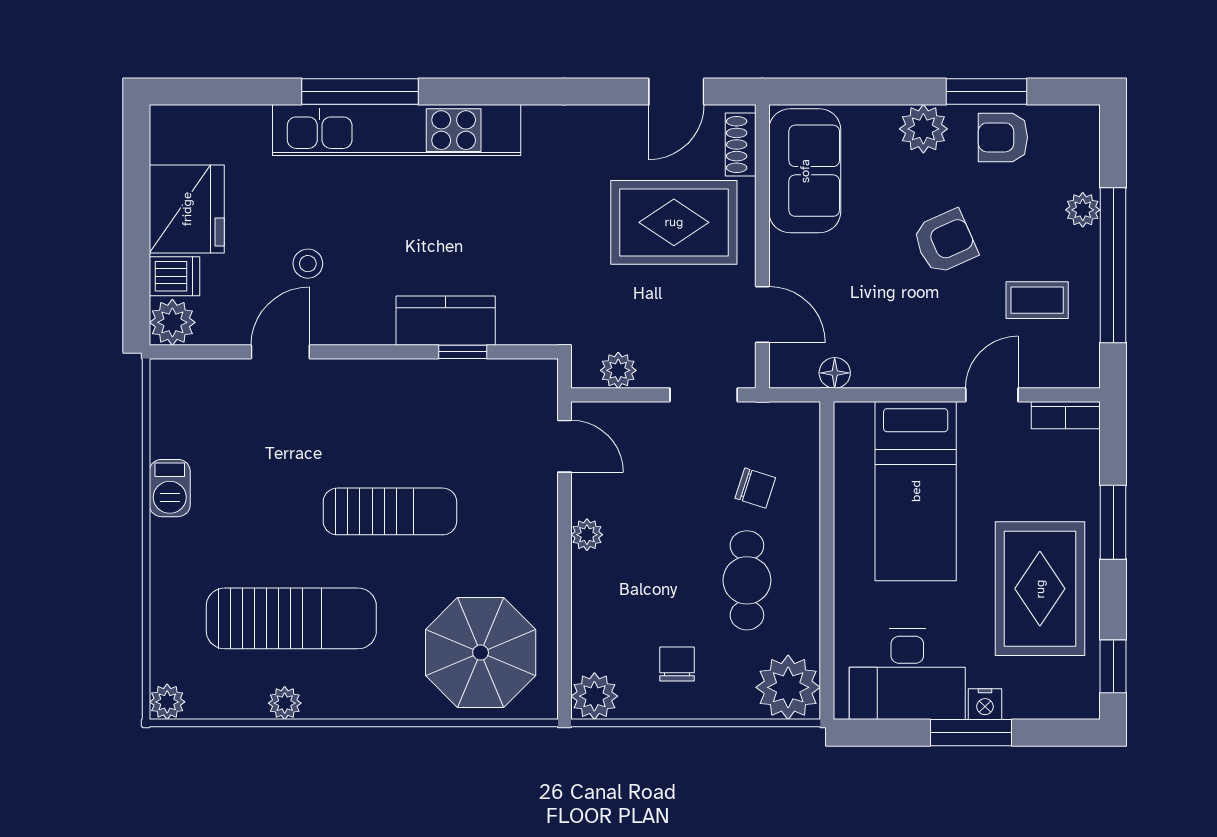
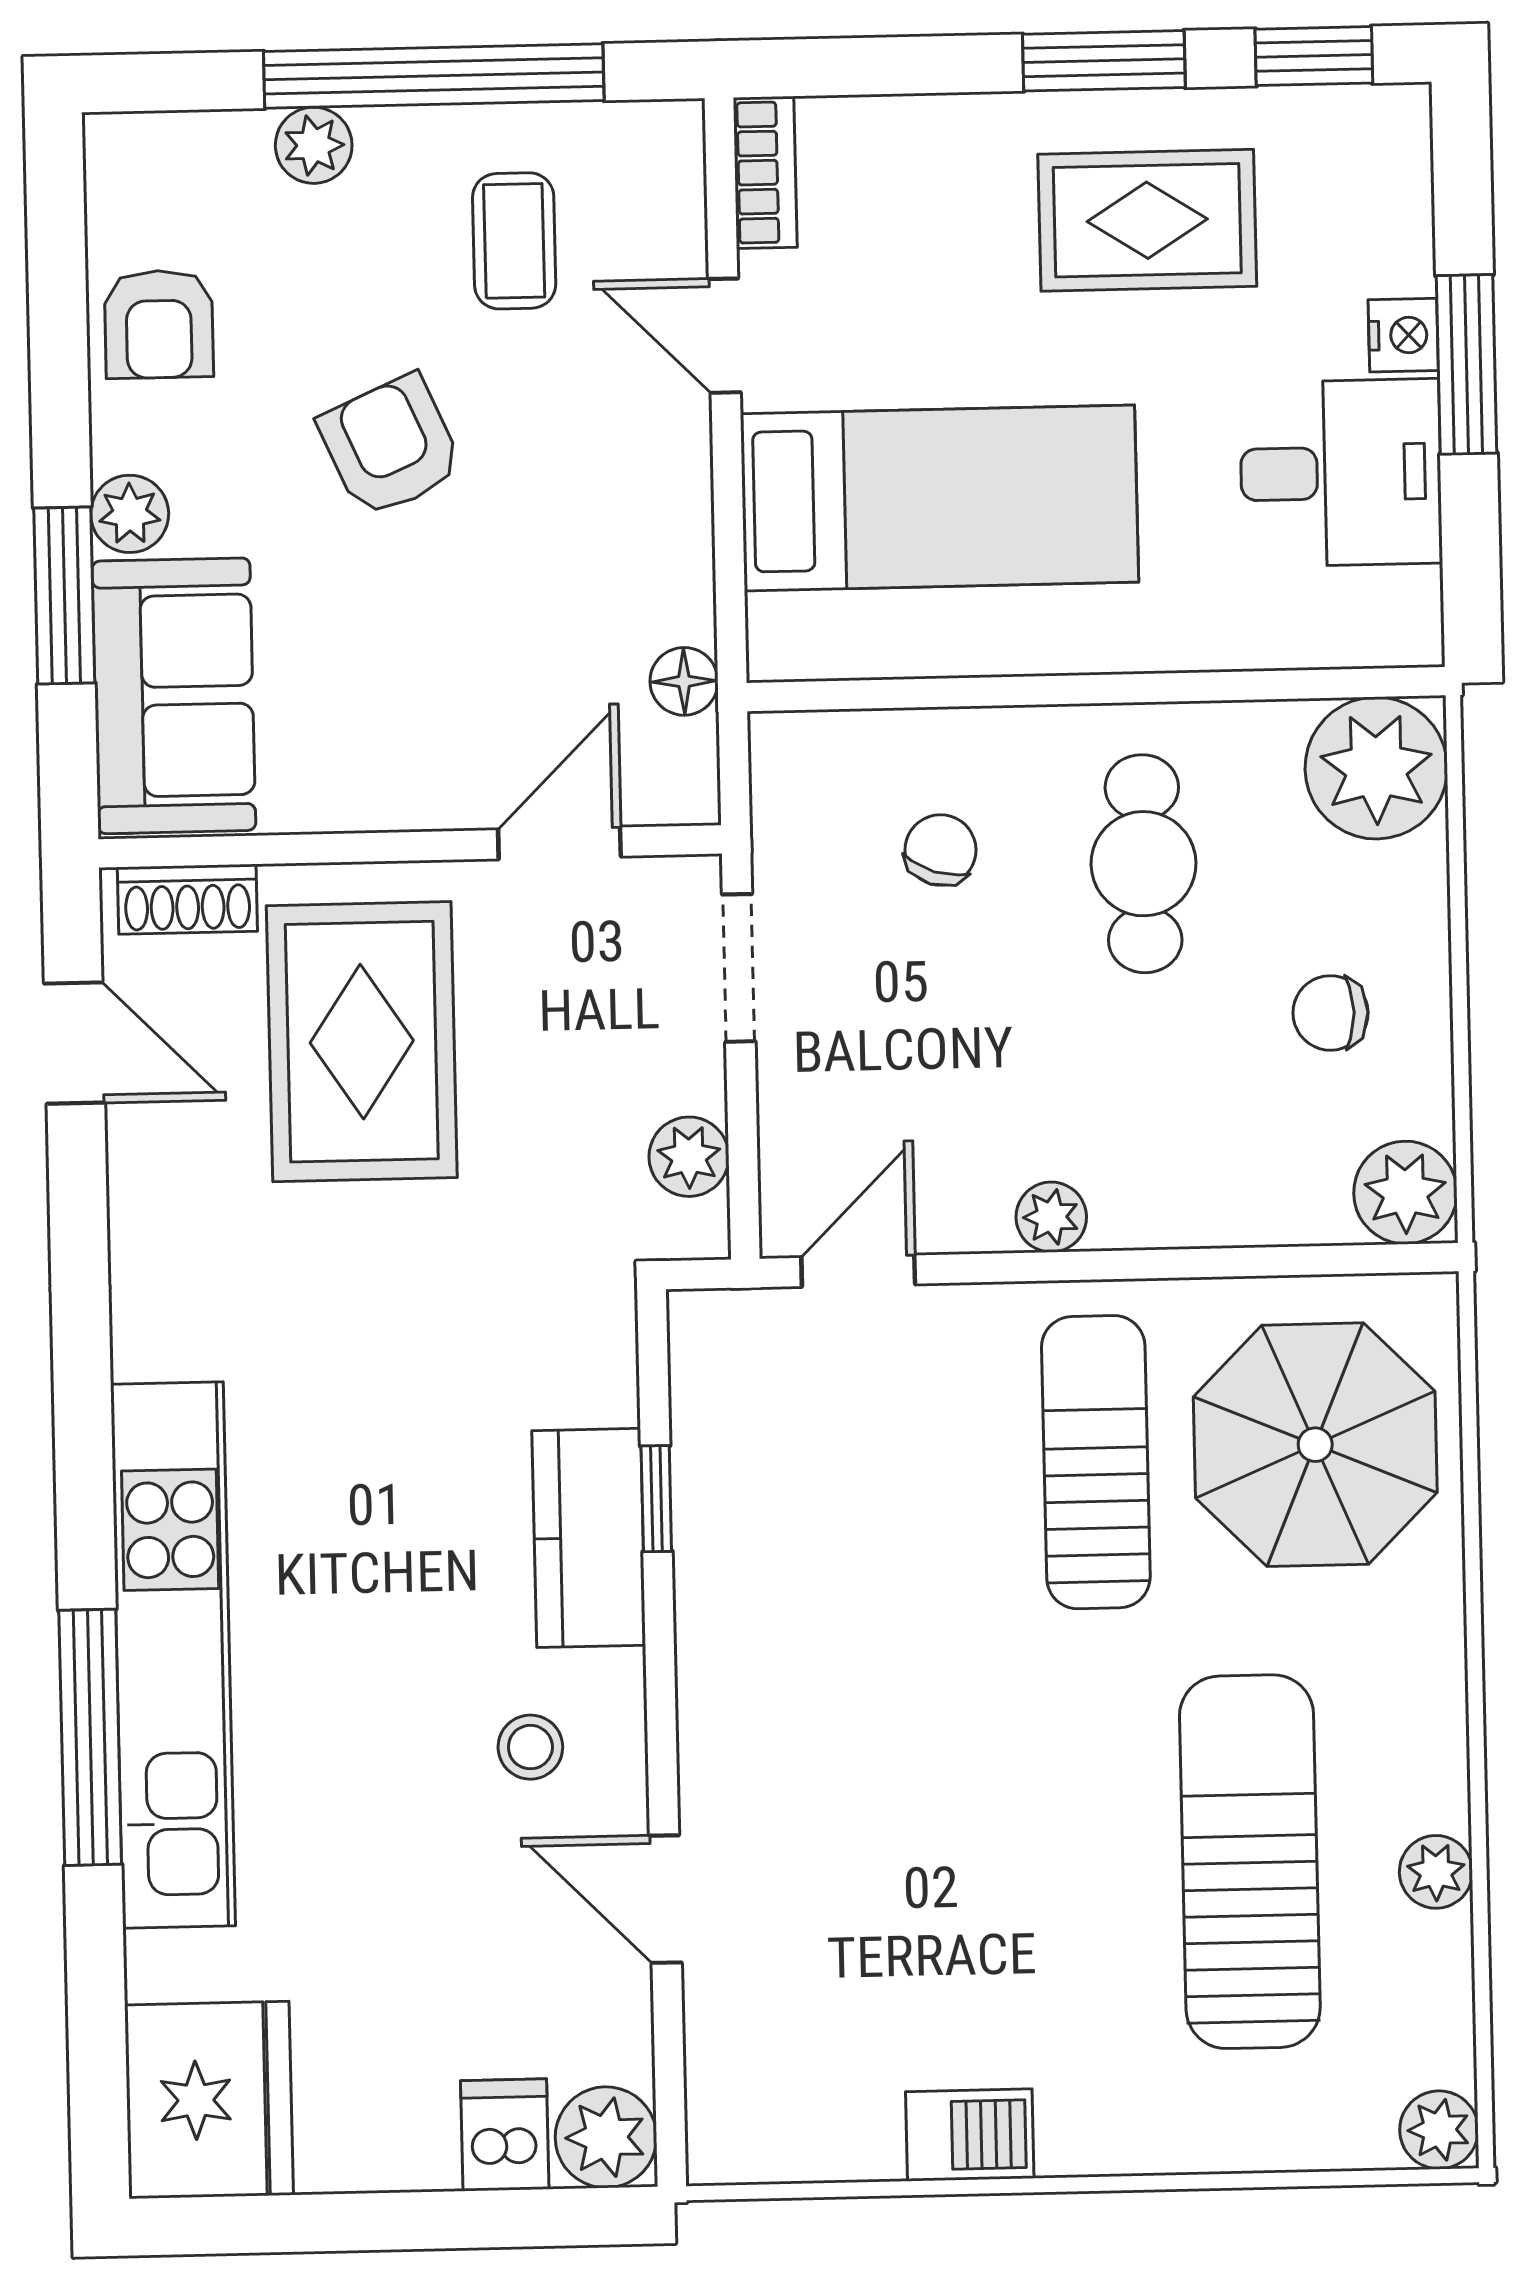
window: (986, 92) -> (64, 595), moved
plant: (923, 129) -> (130, 514), width x0.73, depth x0.73
sofa: (805, 171) -> (174, 696), moved, turned 90
fridge: (187, 209) -> (209, 2100), moved, turned 90
stool: (308, 264) -> (530, 1747), moved
sun lounger: (390, 511) -> (1096, 1462), moved
window: (1113, 522) -> (1104, 61), moved
cafe table: (747, 580) -> (1144, 864), turned 90
rug: (1040, 589) -> (1147, 220), width x0.73, depth x0.70
desk: (907, 674) -> (1341, 473), width x0.73

